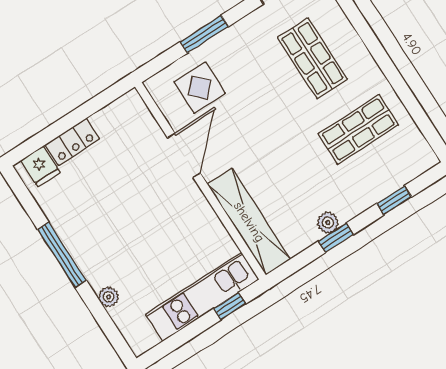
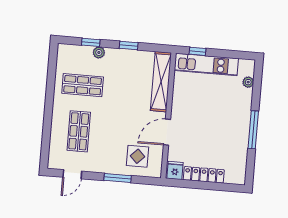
locker: (72, 142) -> (204, 175), width x1.53
fridge: (40, 166) -> (175, 170), moved
plant: (328, 223) -> (99, 53), moved
plant: (109, 297) -> (248, 82), moved

